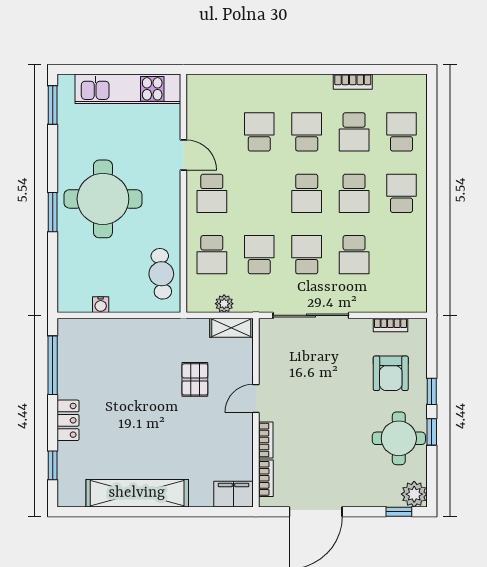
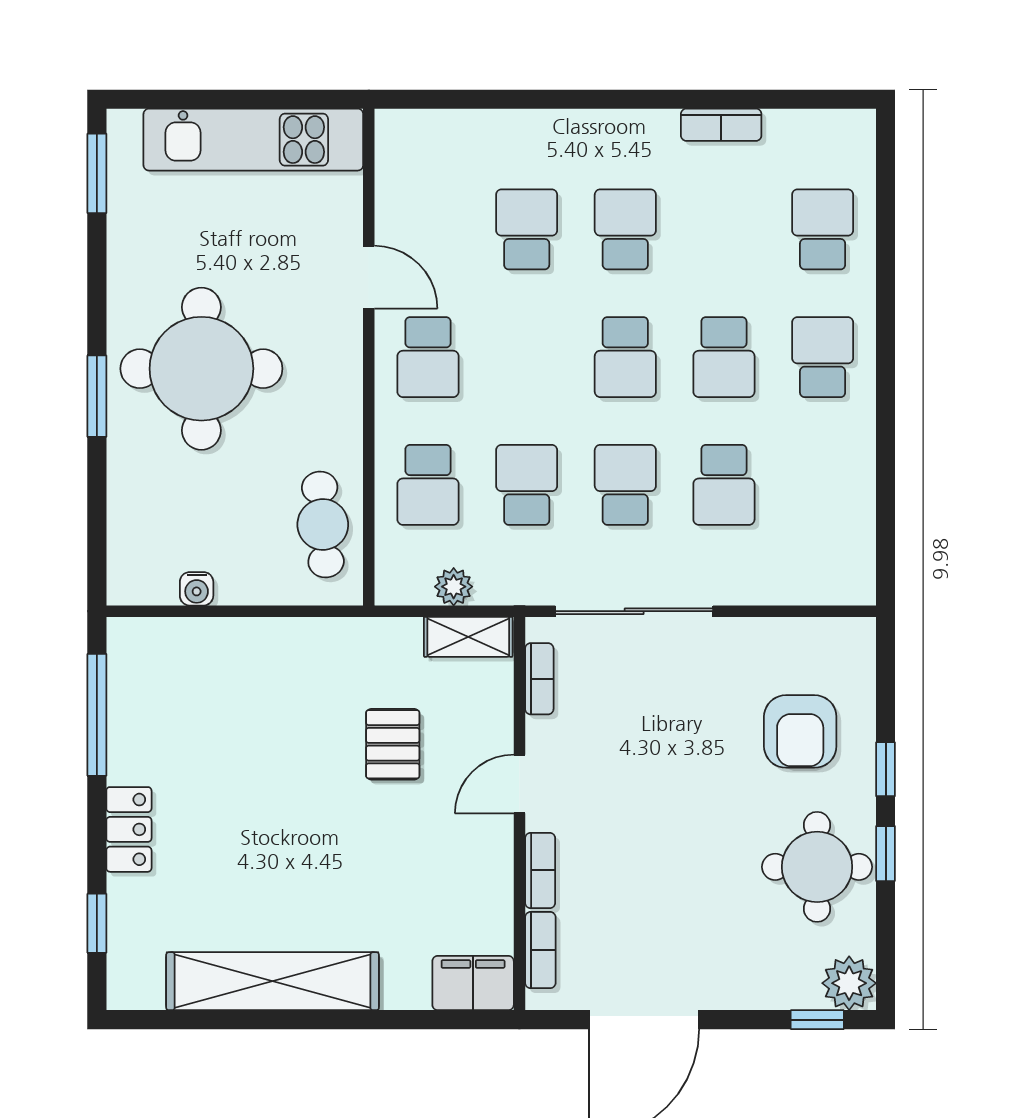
school desk: (354, 132) -> (724, 229), removed
bookcase: (390, 325) -> (539, 679), moved, turned -90

